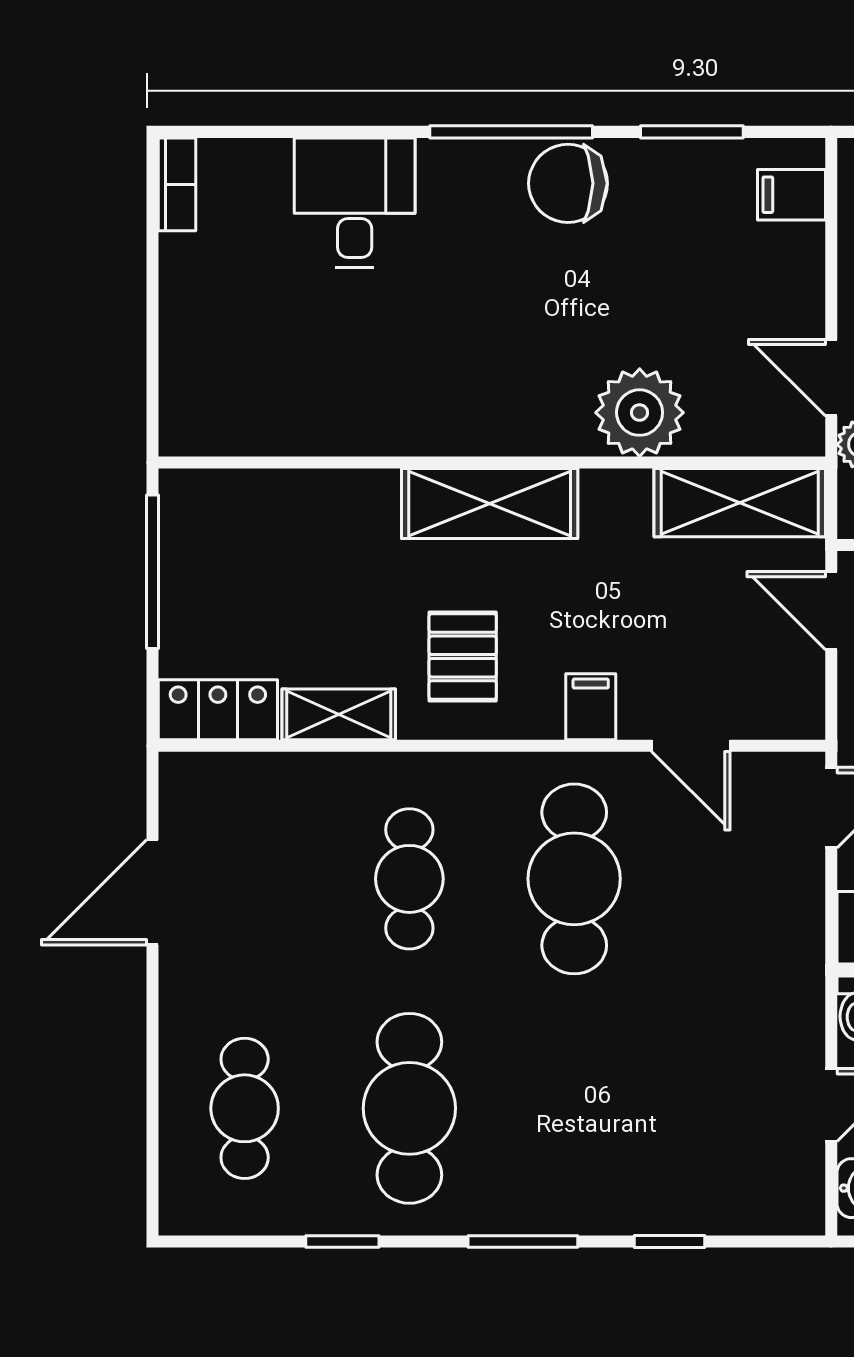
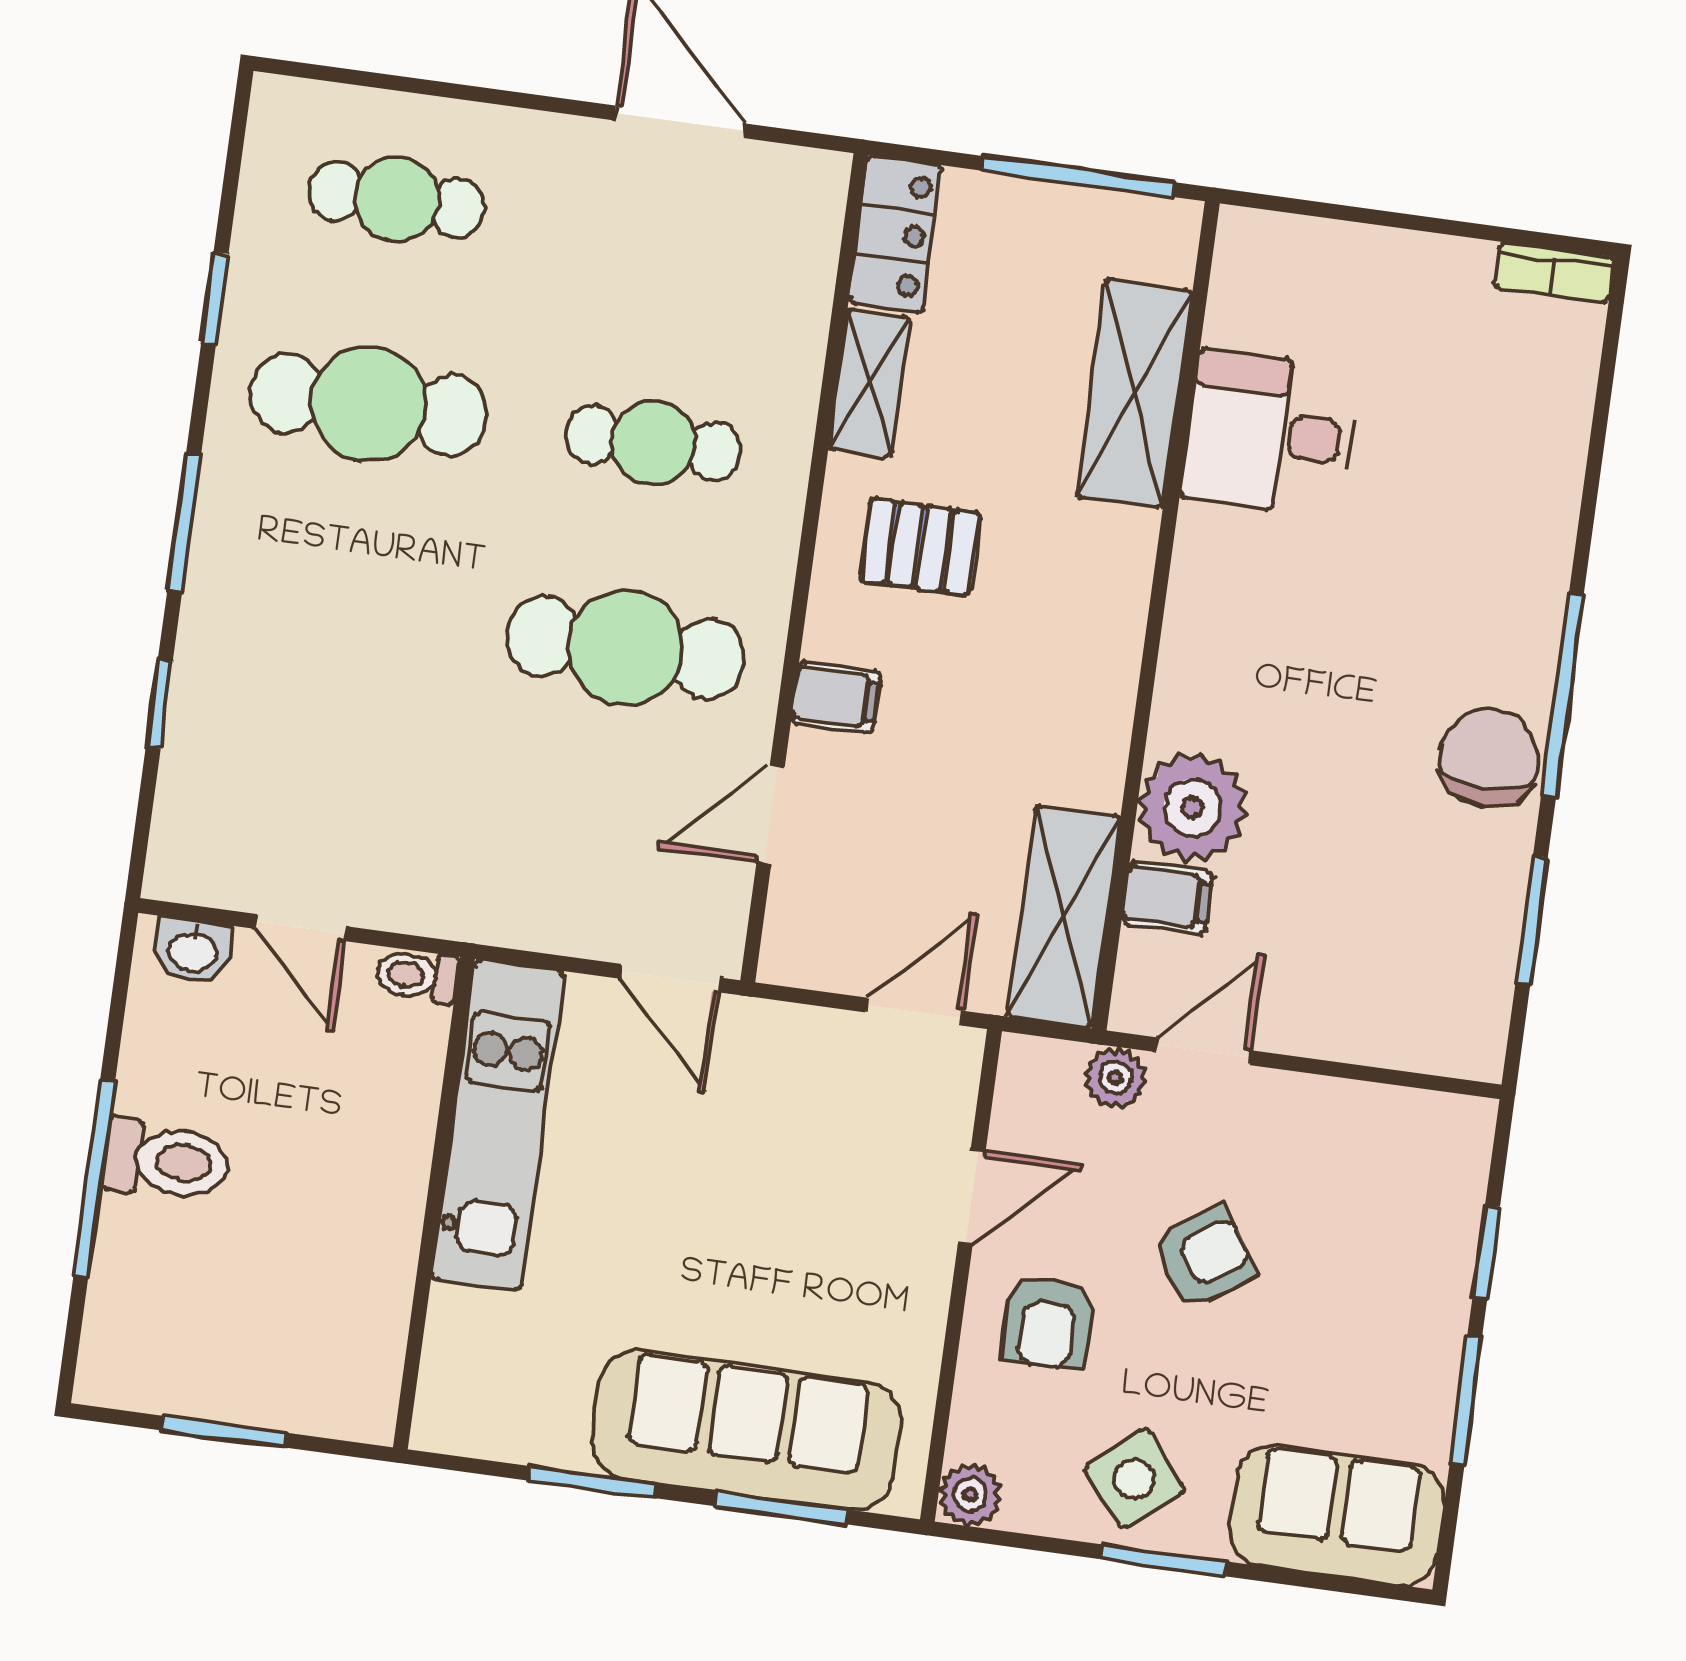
filing cabinet: (791, 195) -> (1167, 898), moved, turned 90
desk: (355, 203) -> (1270, 434), moved, turned 180
shelving: (490, 504) -> (1134, 393), moved

